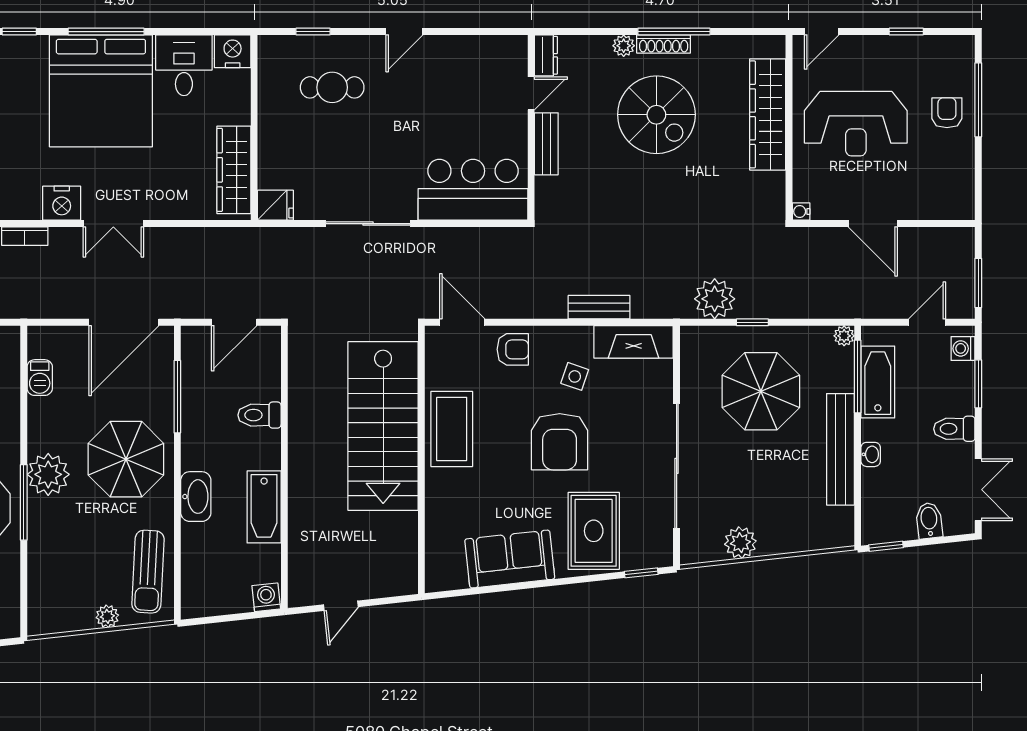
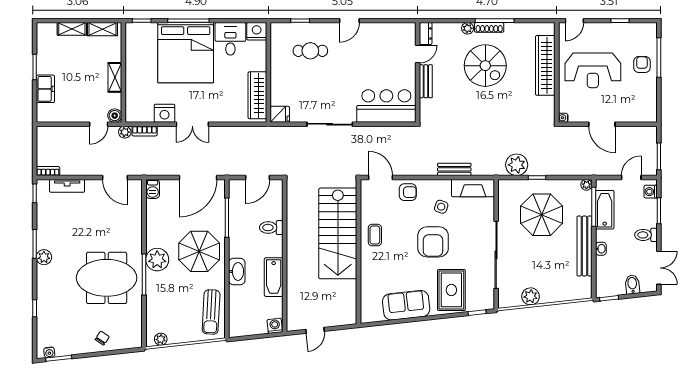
barbecue: (40, 378) -> (153, 189), moved
coffee table: (452, 429) -> (375, 235), width x0.54, depth x0.58
plant: (107, 616) -> (161, 339), moved

